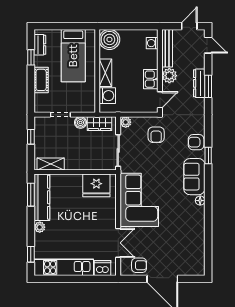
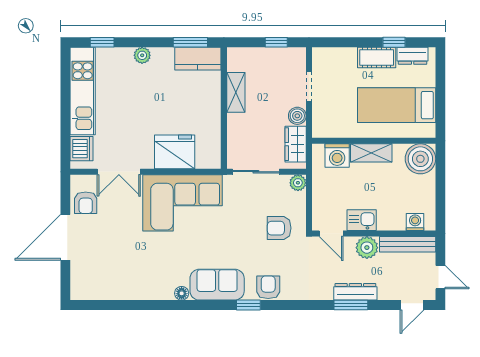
cot: (41, 80) -> (377, 57), moved
shelving: (51, 164) -> (236, 92), moved
fridge: (96, 185) -> (175, 152), moved, turned 90
kitchen counter: (42, 197) -> (198, 59), width x0.67

